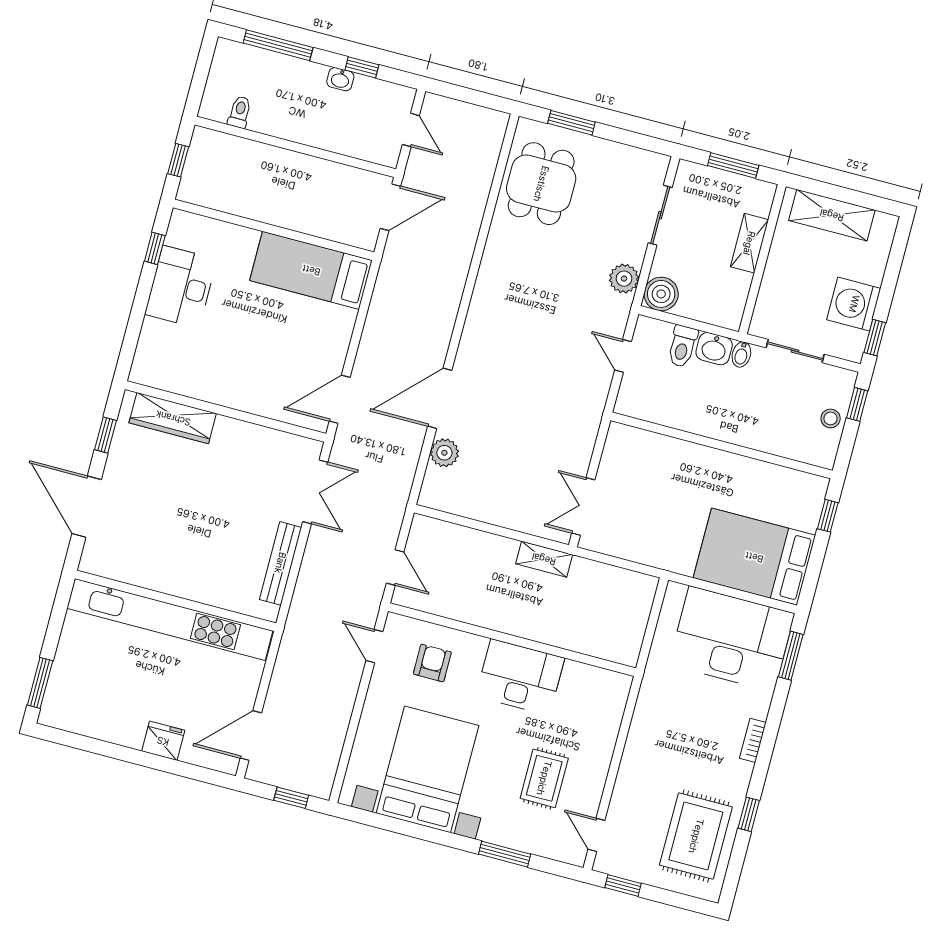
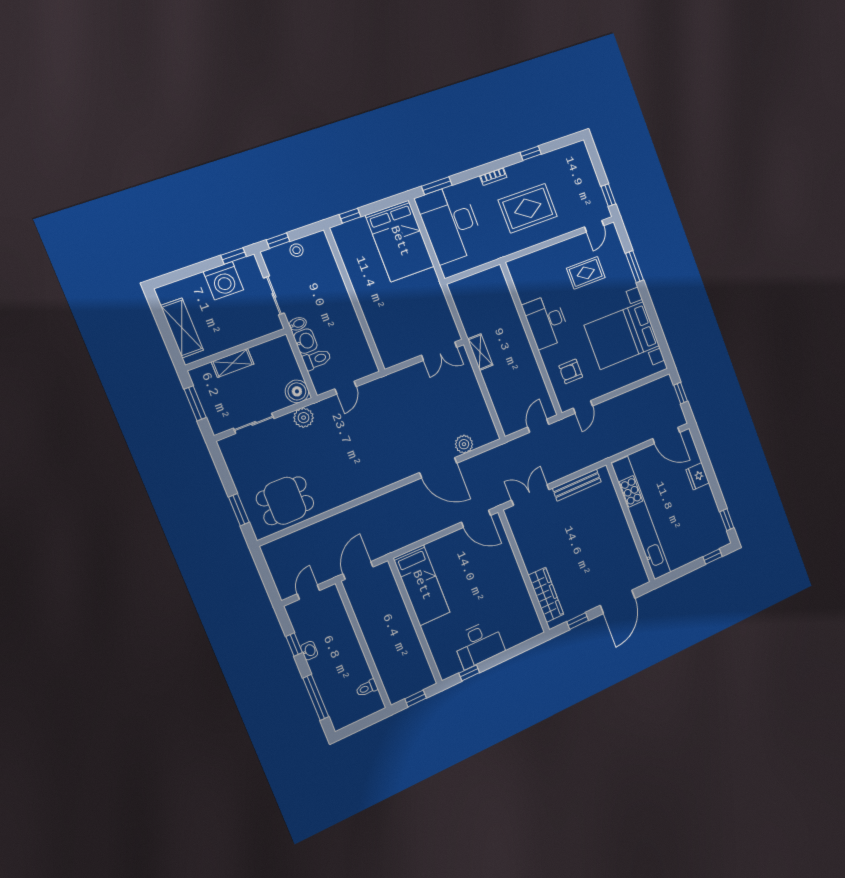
door: (390, 207) -> (358, 570), hinge flipped
window: (40, 683) -> (713, 557), width x0.67
window: (73, 740) -> (727, 520), added
rug: (696, 836) -> (528, 208), moved

